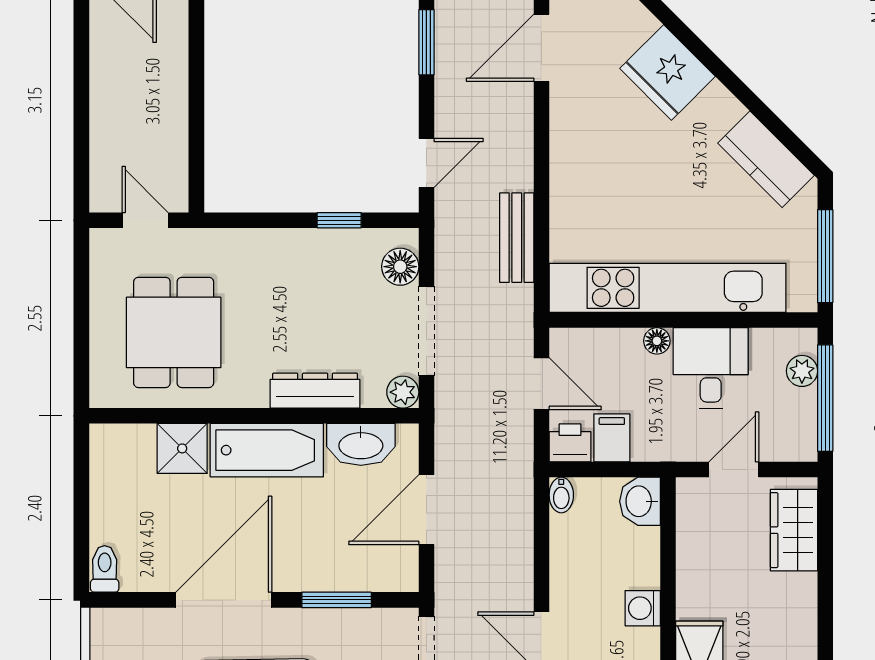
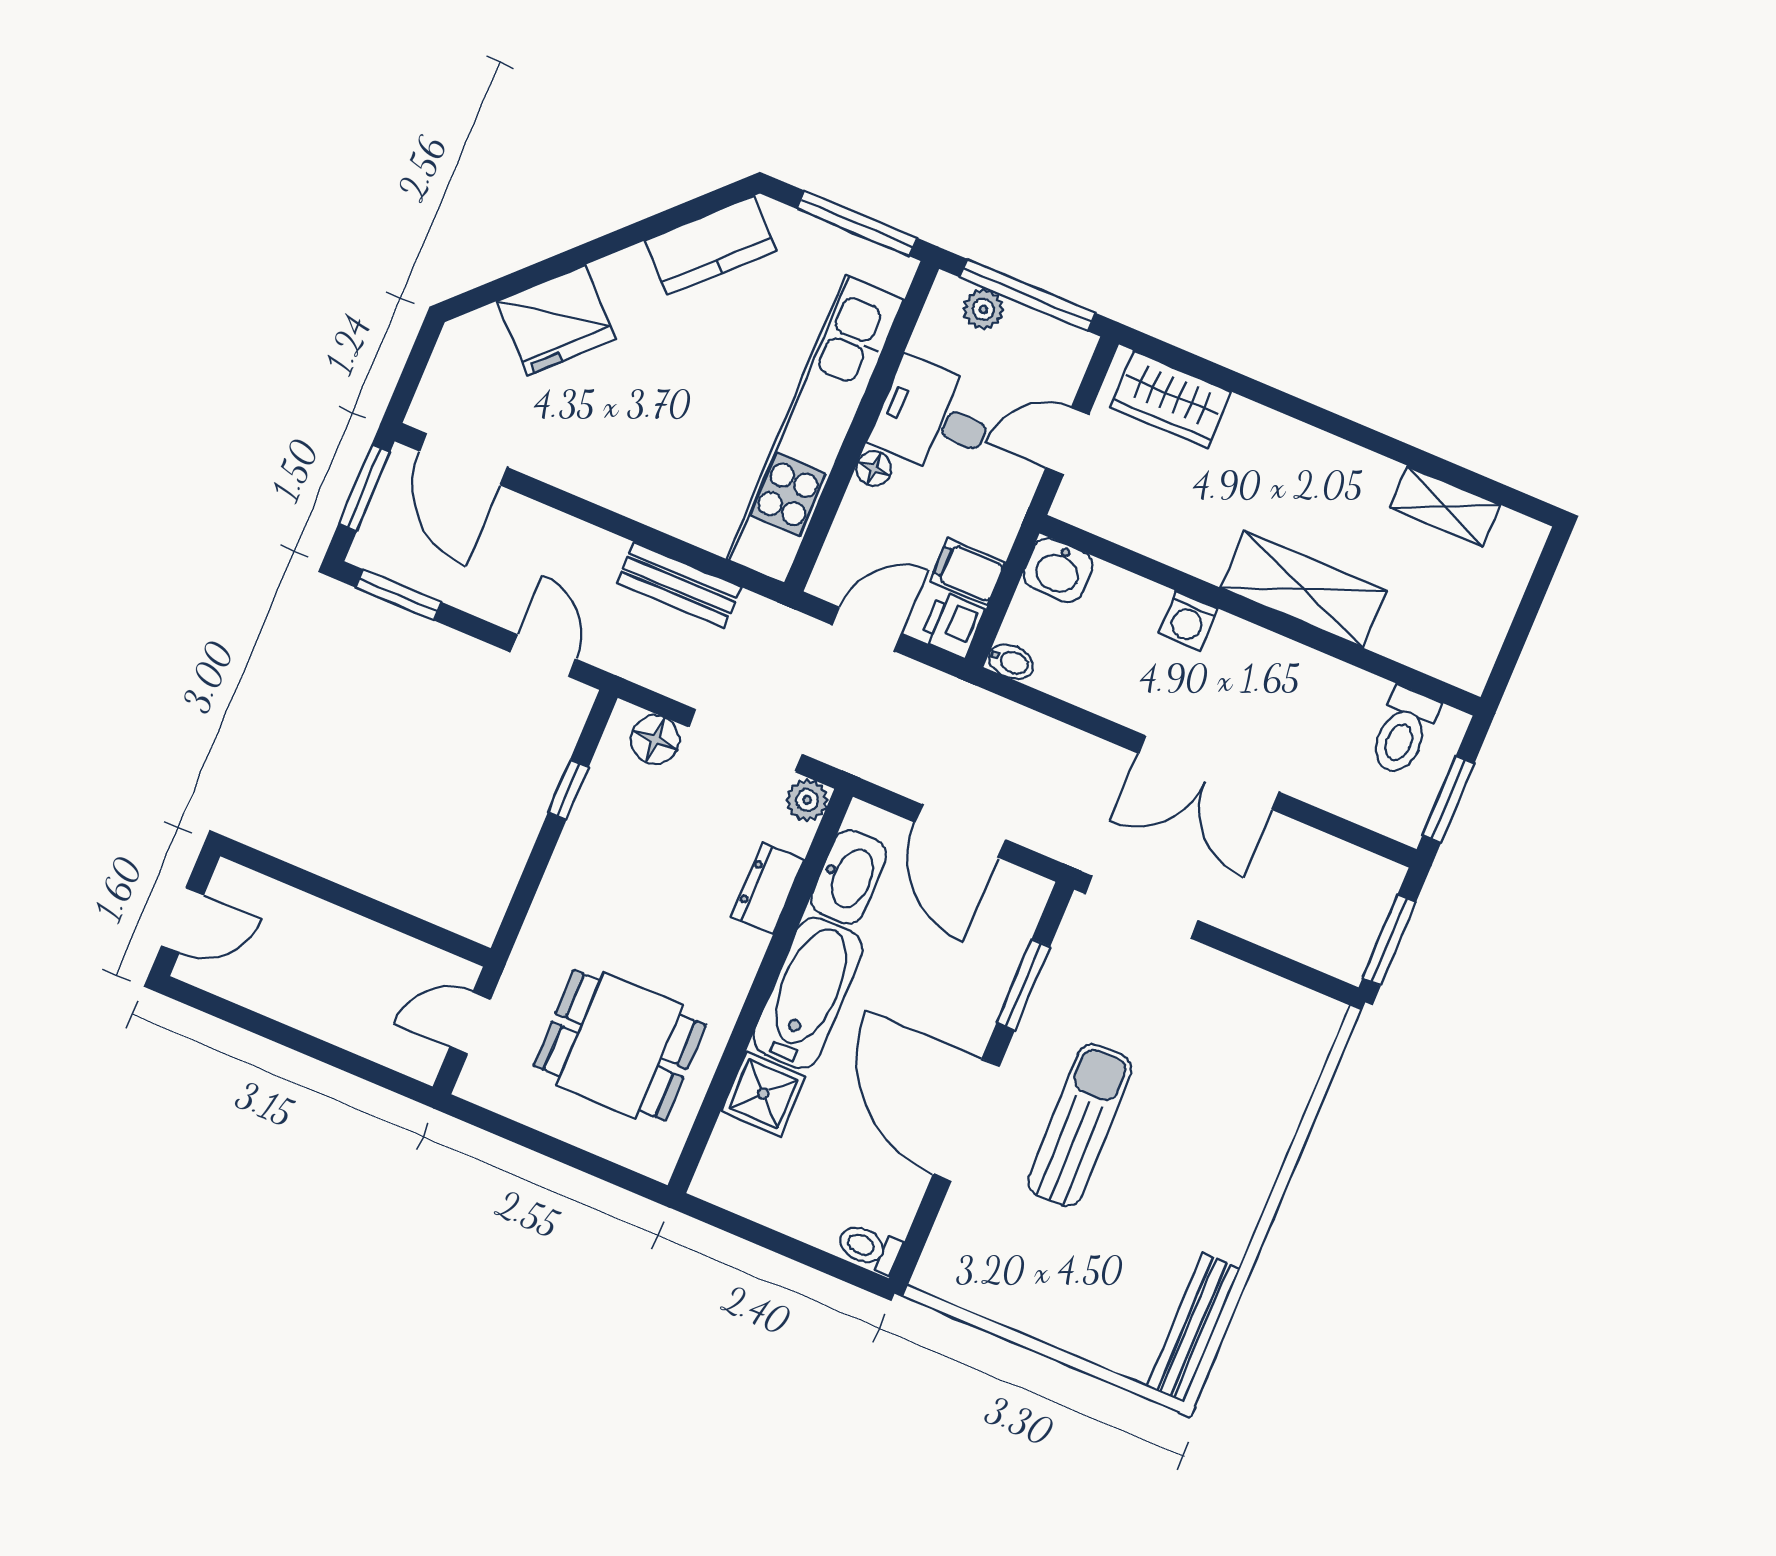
dresser: (315, 391) -> (768, 888), width x0.70
door: (734, 469) -> (1067, 441), hinge flipped

